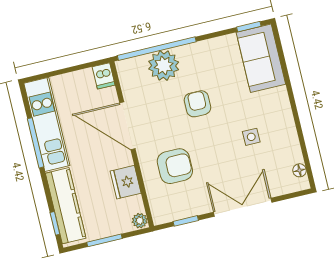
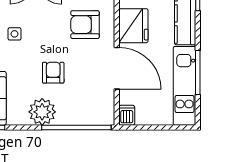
plant: (164, 66) -> (42, 112), moved
armchair: (197, 104) -> (53, 73), turned 180
fridge: (126, 182) -> (133, 26), width x1.36, depth x1.34

